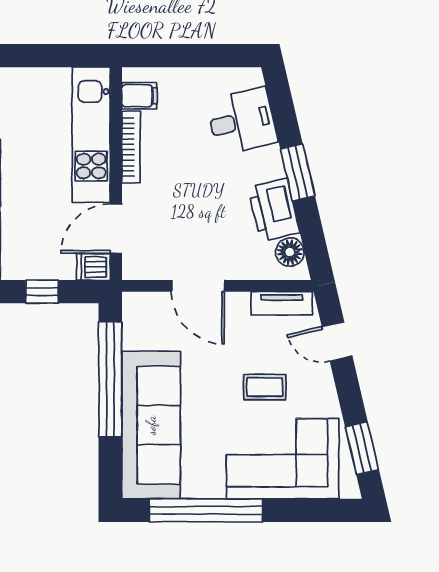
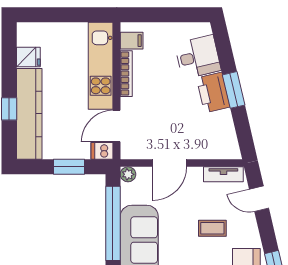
printer: (274, 210) -> (213, 93), moved
floor lamp: (290, 252) -> (229, 141), removed
door: (198, 286) -> (169, 163), hinge flipped
window: (42, 292) -> (69, 167), width x1.50
plant: (134, 303) -> (128, 174), added

